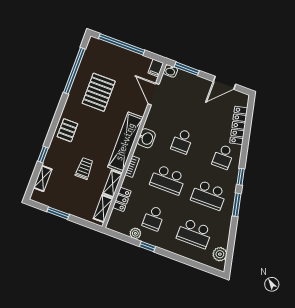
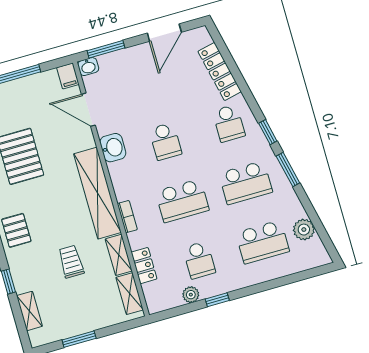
washbasin: (146, 138) -> (113, 148), moved
plant: (220, 254) -> (304, 230), moved

